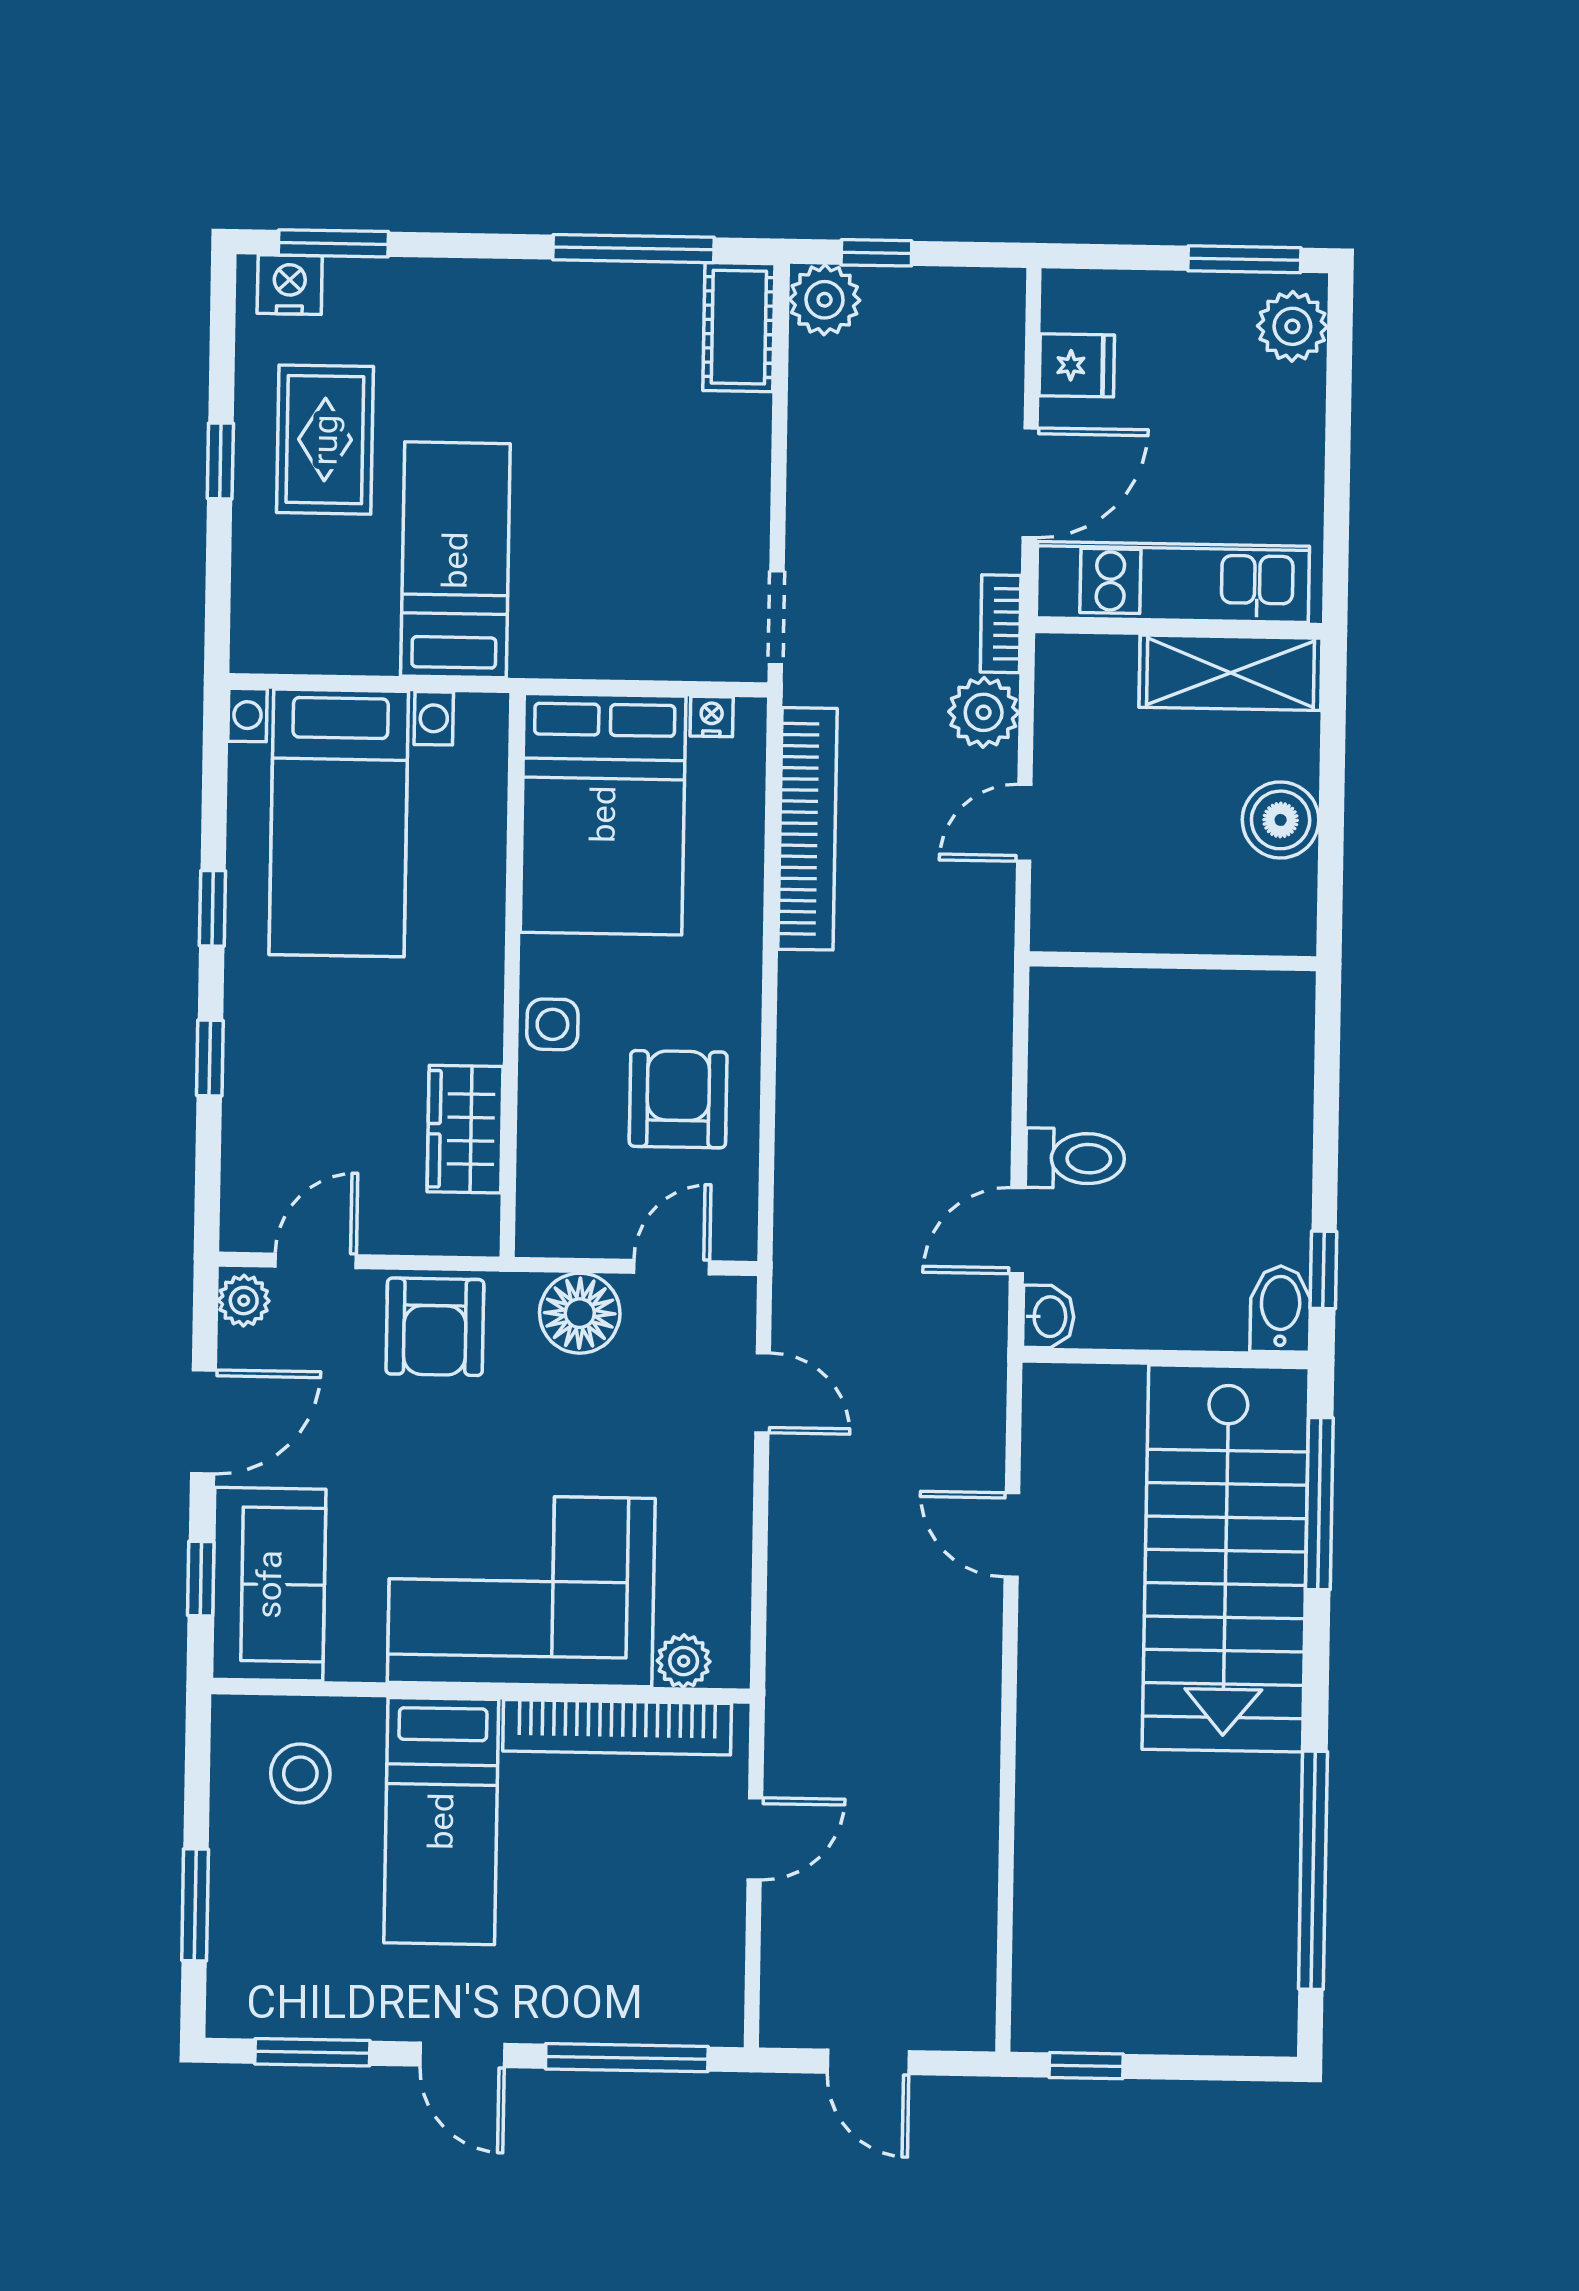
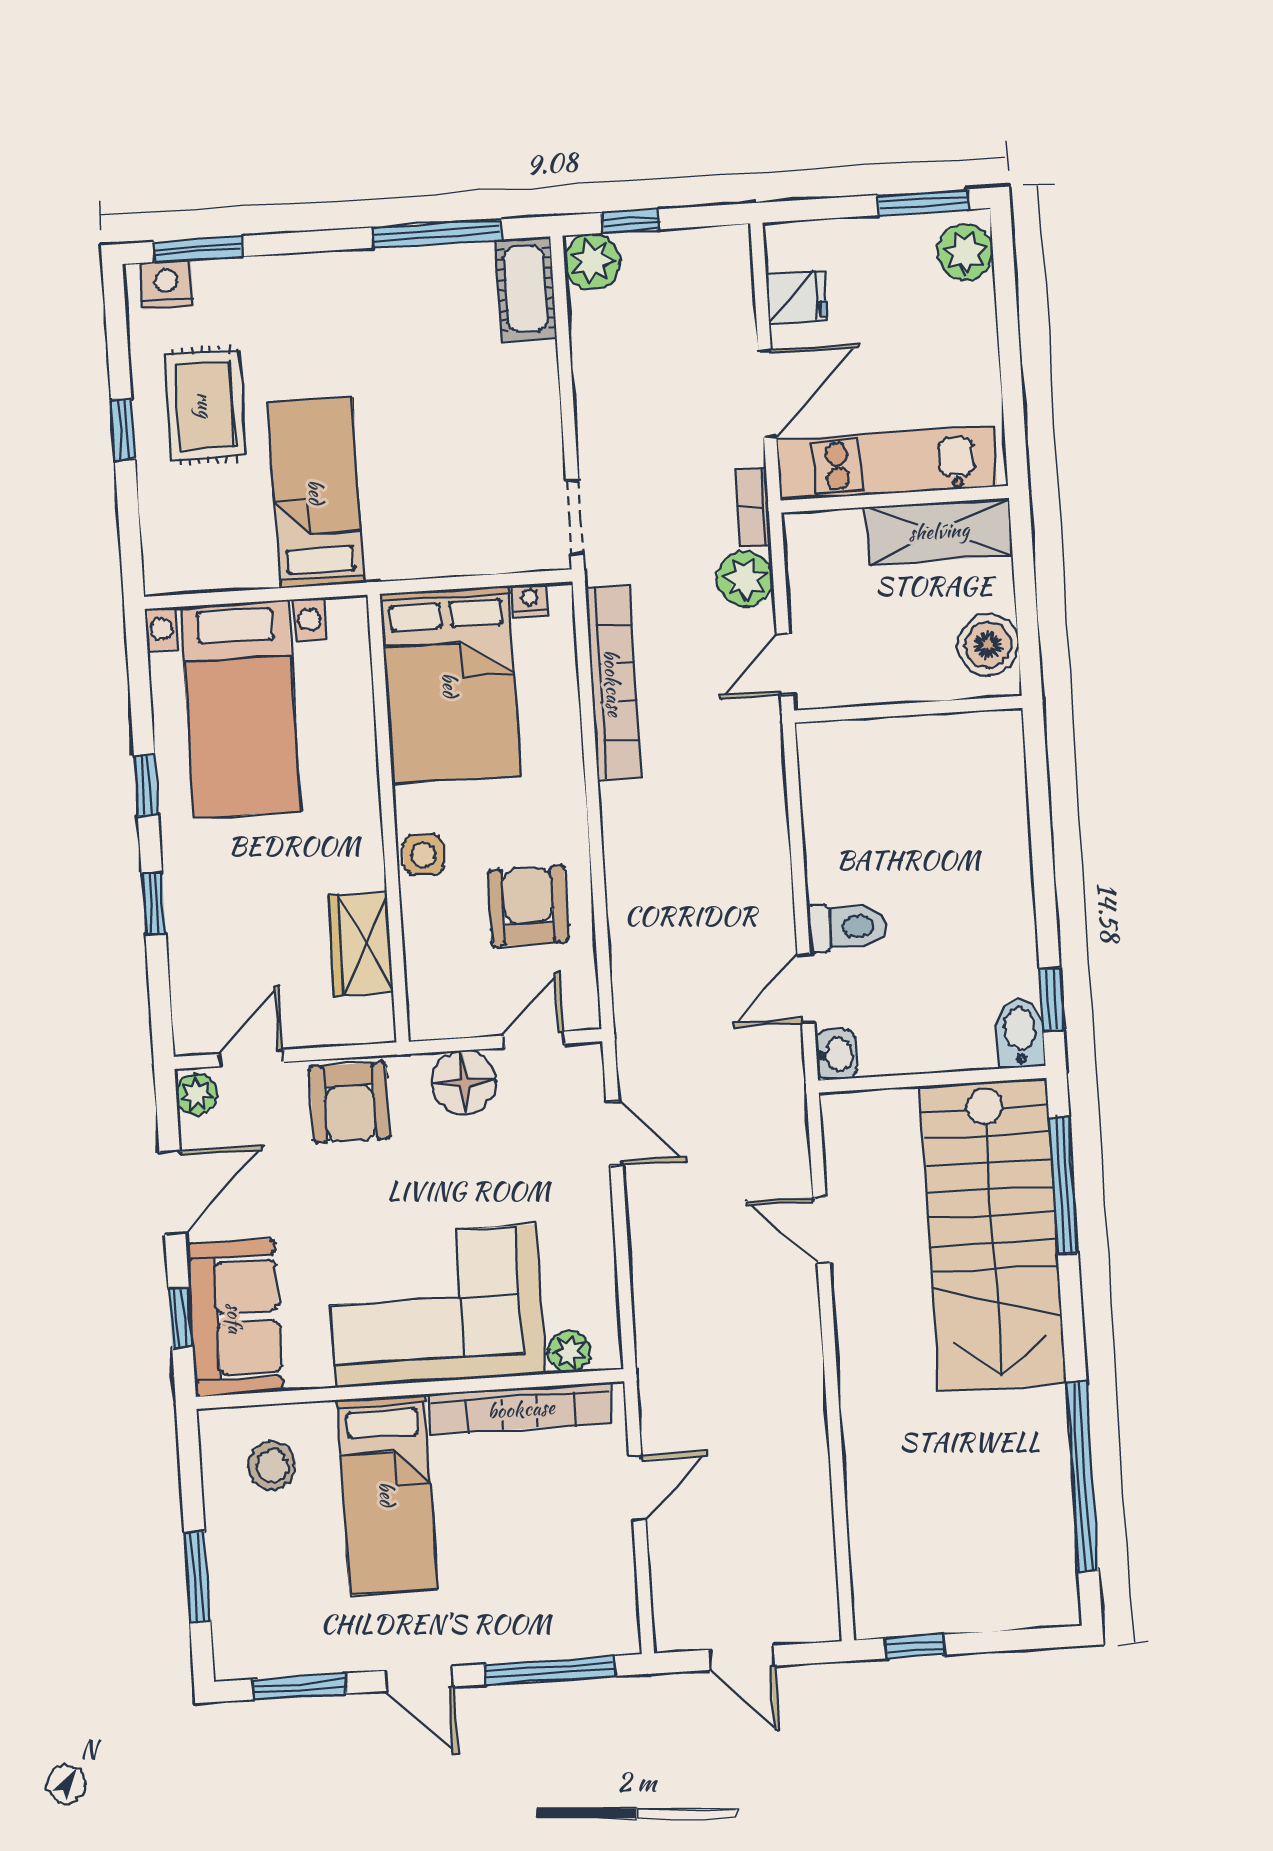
wall: (1173, 961) -> (908, 709), moved

